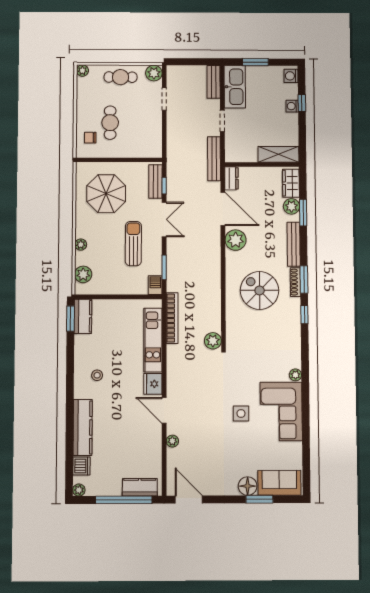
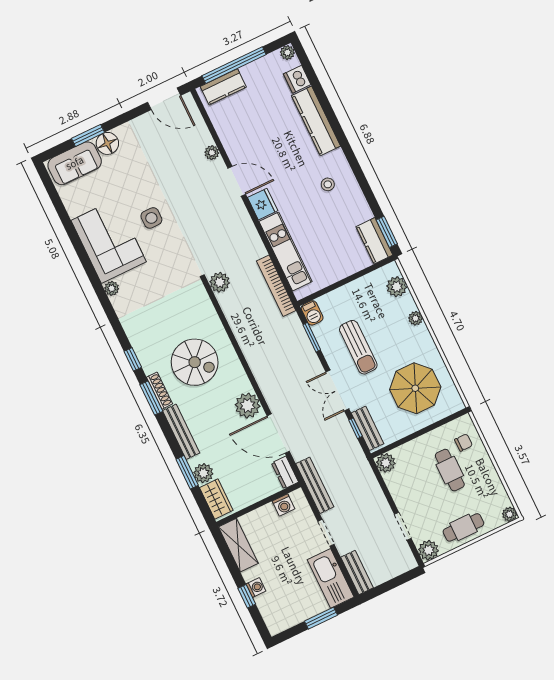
washing machine: (291, 76) -> (283, 505), moved, turned 90
plant: (154, 150) -> (386, 463), added
shelving: (278, 154) -> (238, 545), moved, turned 90

